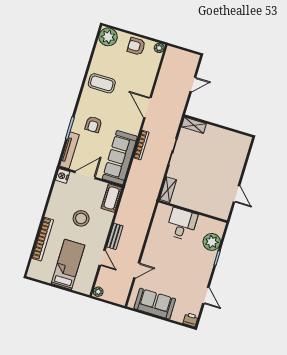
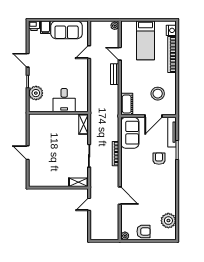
plant: (108, 37) -> (168, 221), moved
coffee table: (102, 83) -> (162, 194), removed
door: (193, 84) -> (89, 204), moved
door: (147, 108) -> (120, 196), moved
sofa: (120, 158) -> (130, 133), width x0.73
nightstand: (63, 176) -> (171, 30), moved
door: (236, 194) -> (28, 153), moved
stool: (81, 218) -> (158, 94), moved
door: (206, 296) -> (28, 60), moved
filing cabinet: (178, 314) -> (45, 27), added

